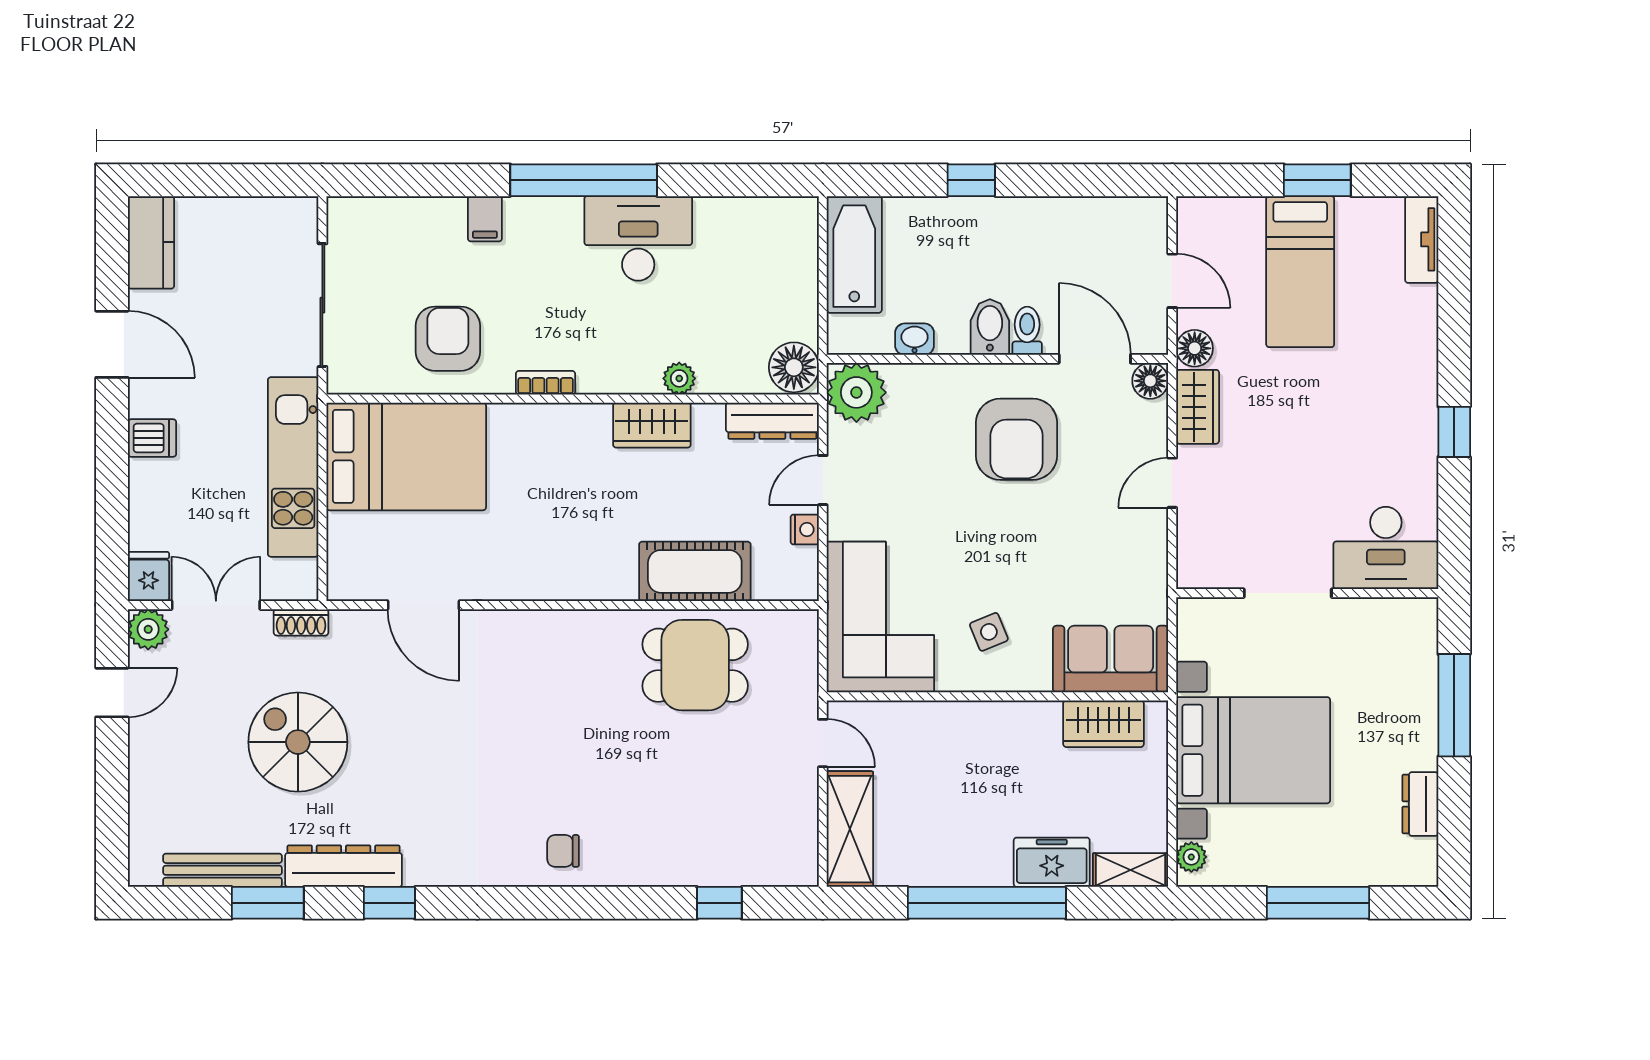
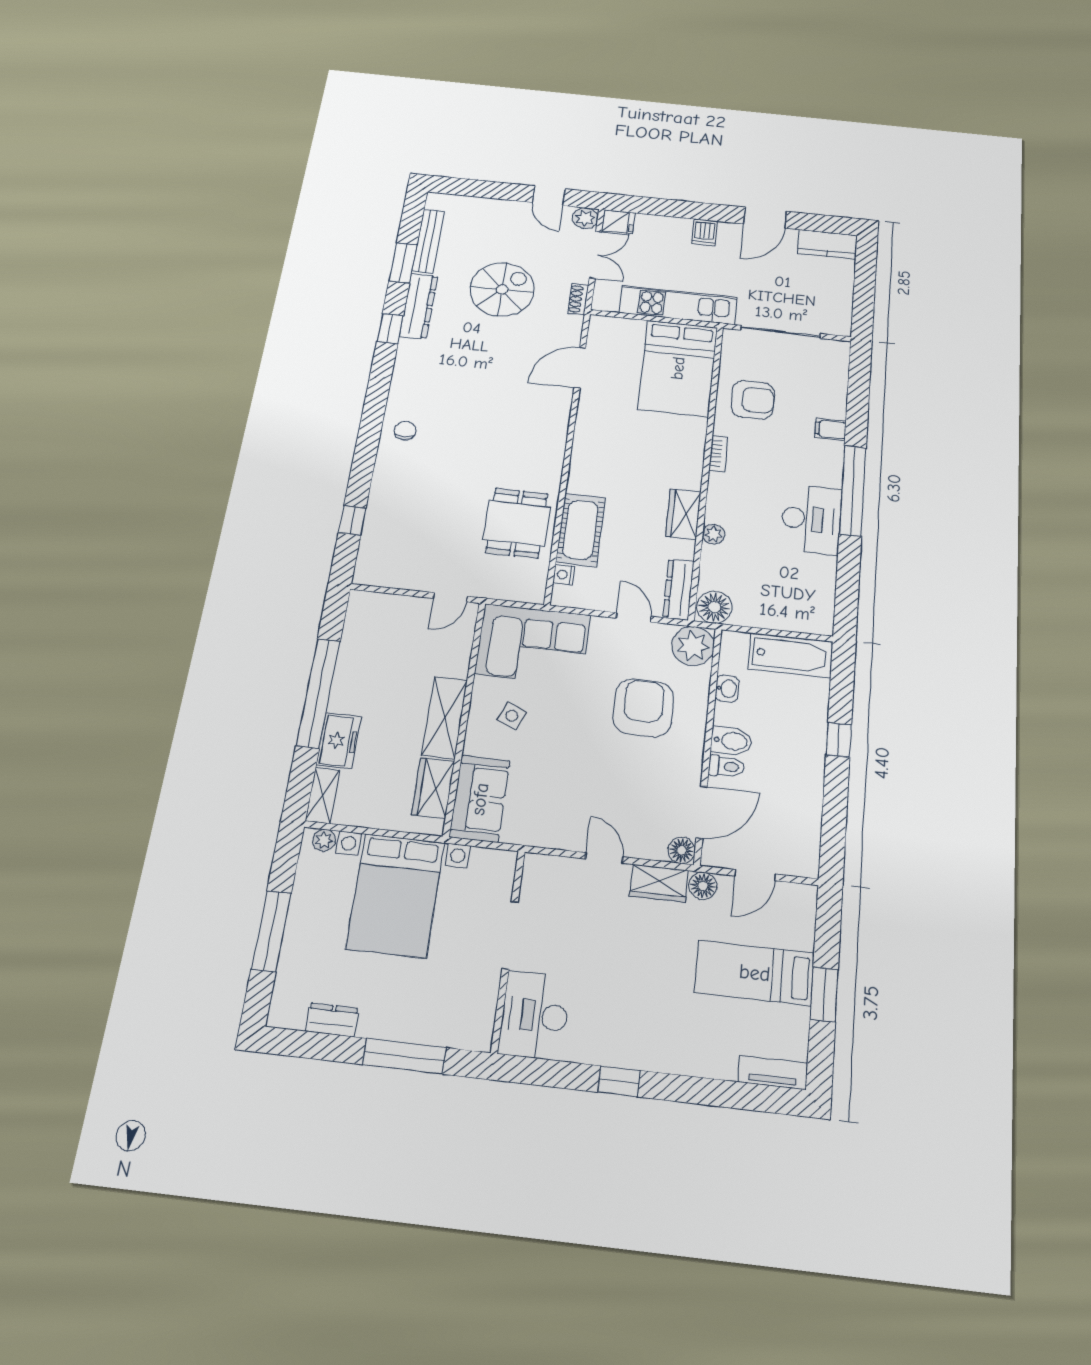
armchair: (1017, 439) -> (643, 708), moved, turned 90
nightstand: (805, 529) -> (564, 575), moved, turned 90
side table: (989, 632) -> (512, 716), turned 45
shelving: (850, 829) -> (445, 718), moved, turned 90

